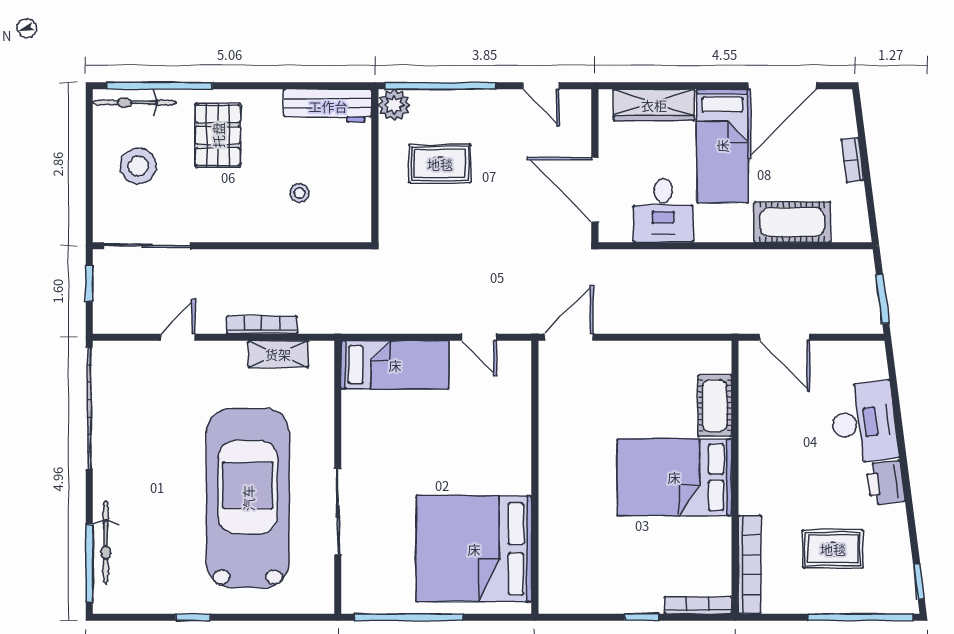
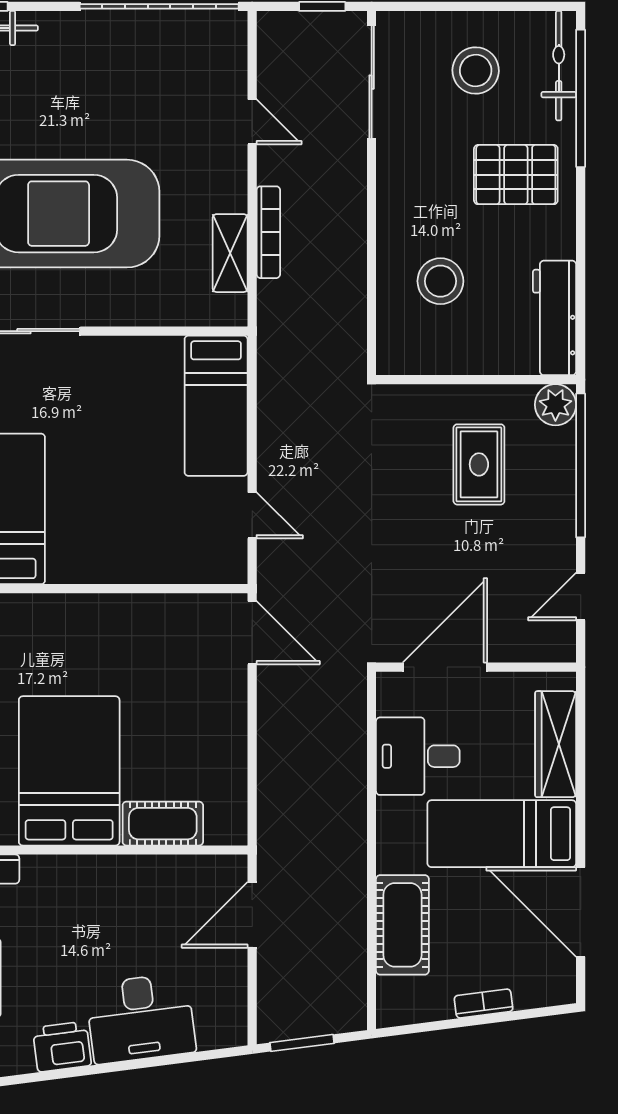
stool: (299, 193) -> (440, 281), width x1.89, depth x1.89
door: (479, 337) -> (252, 515), swing flipped

